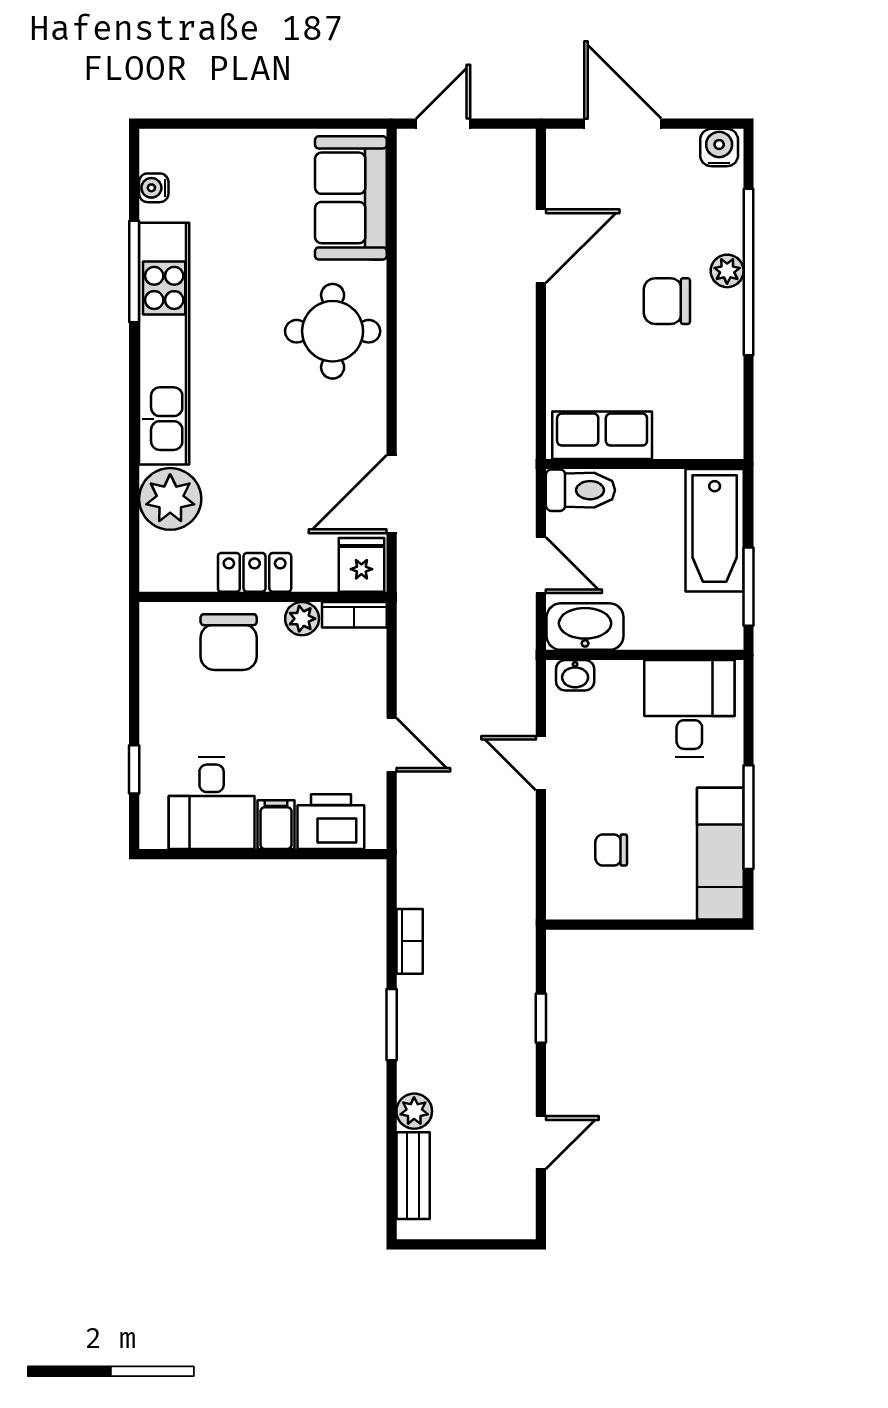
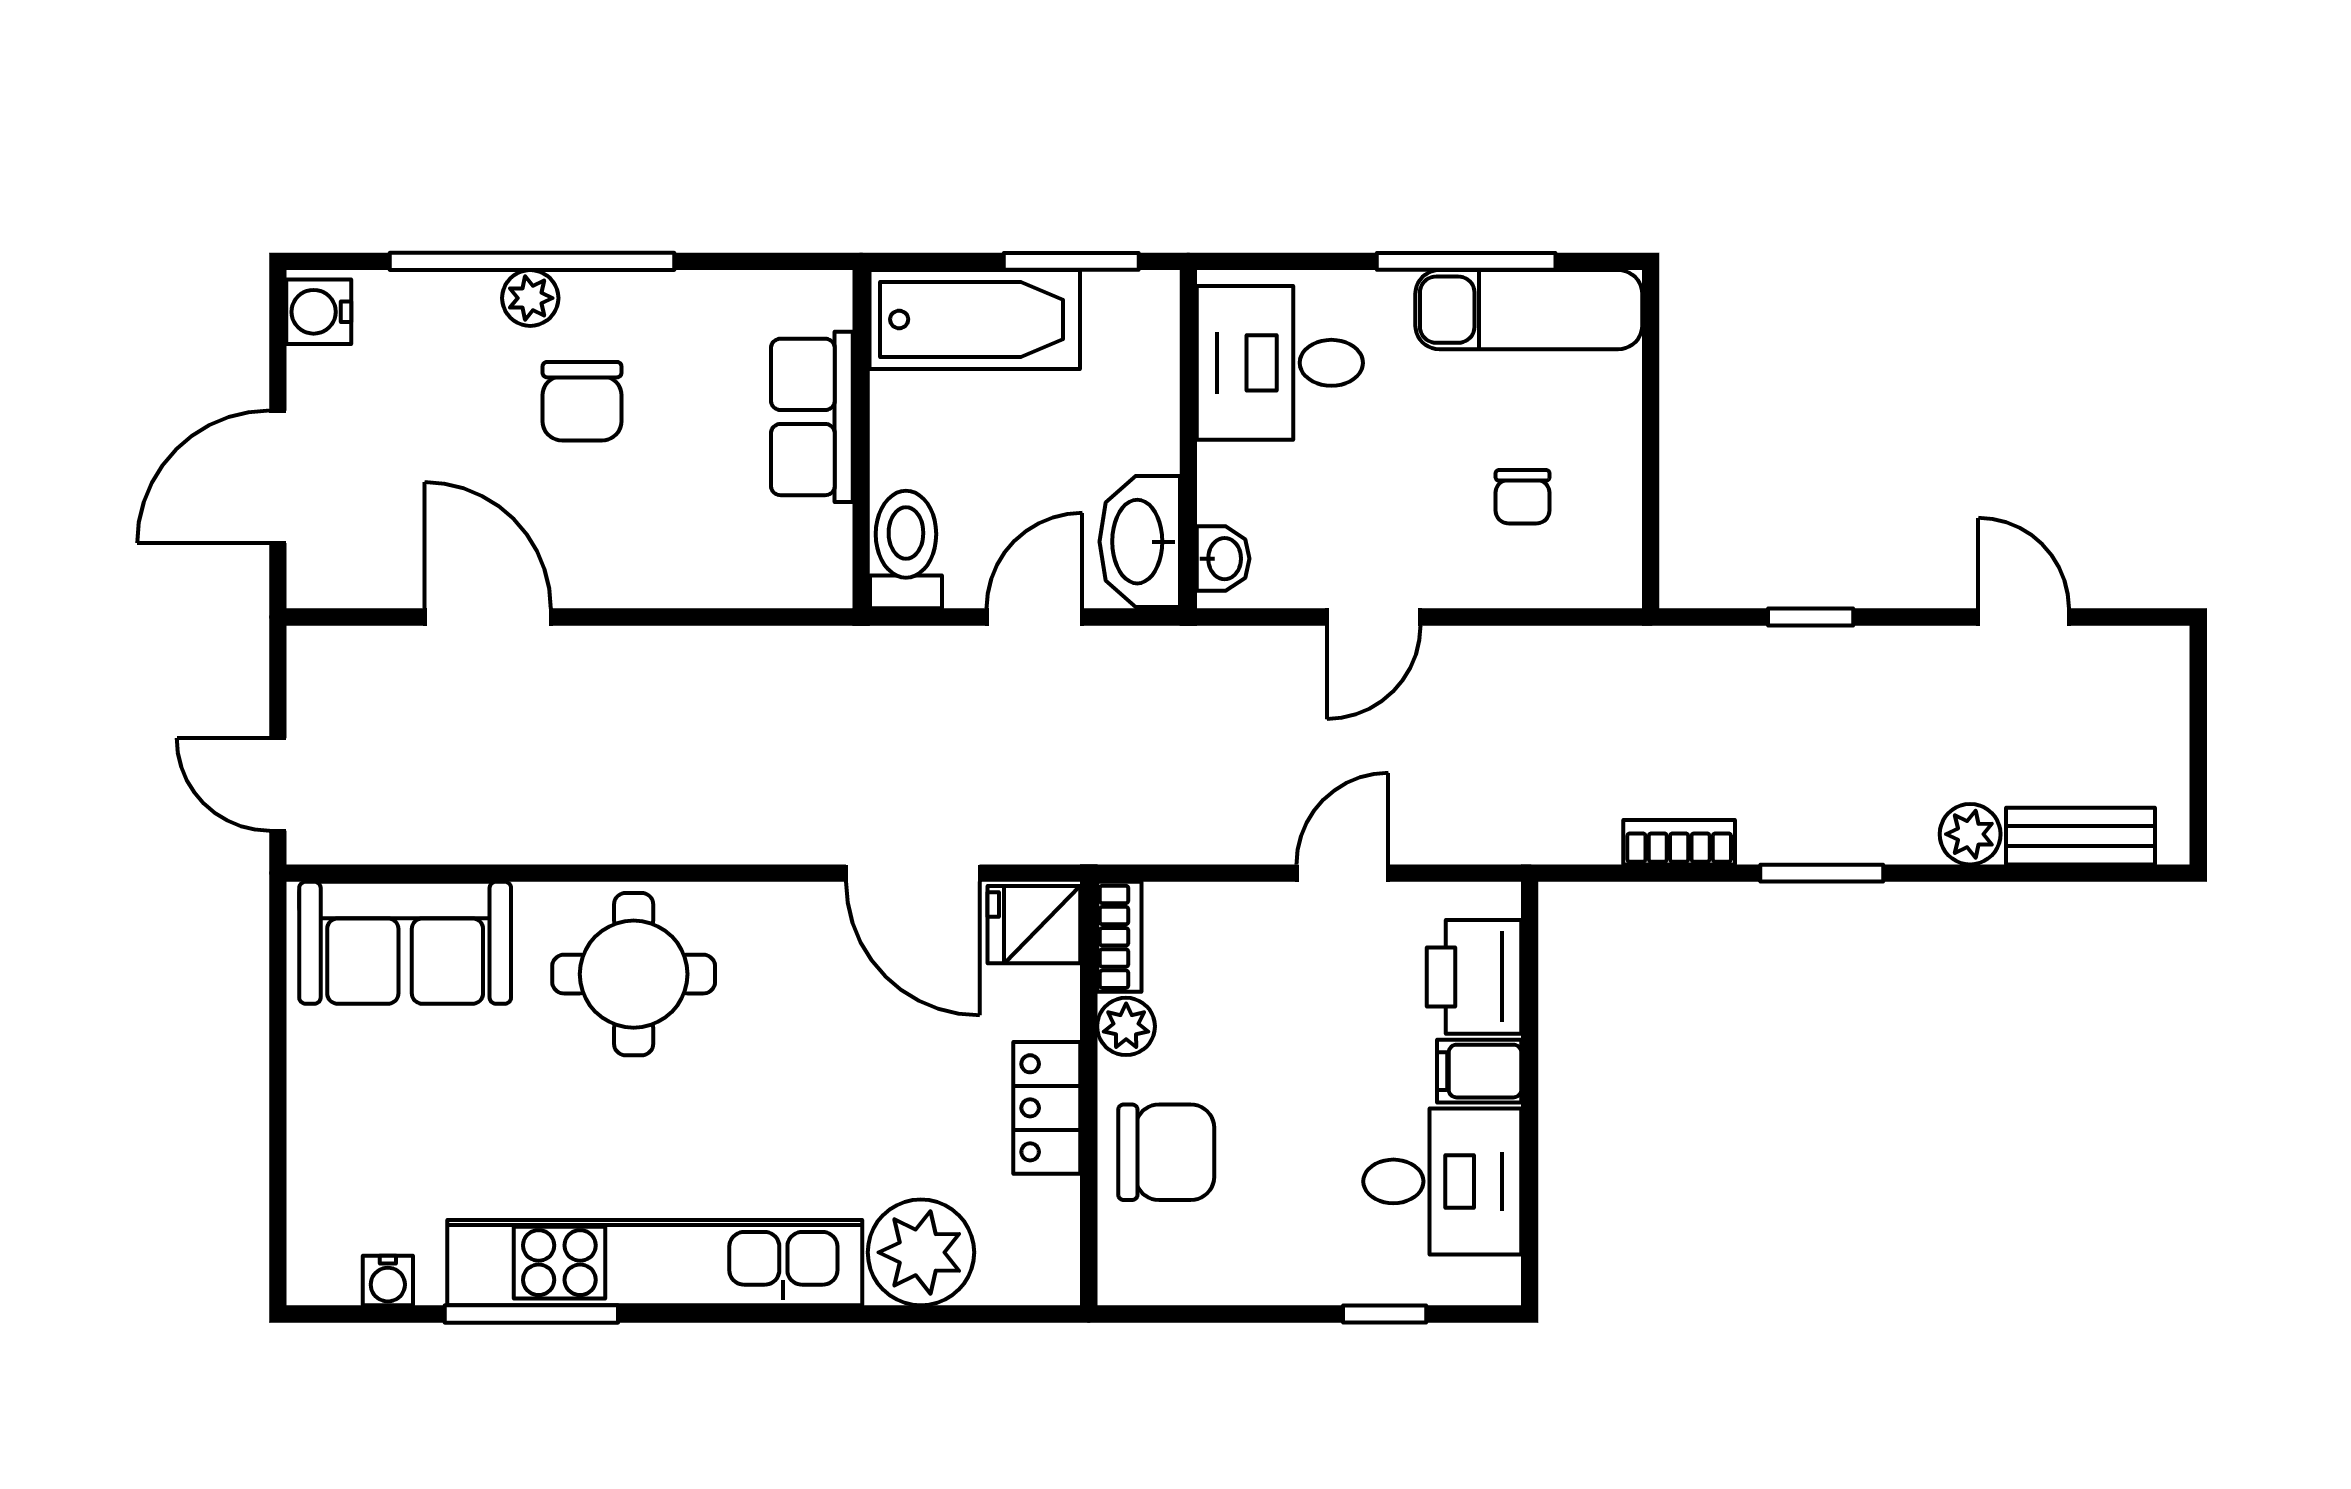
row of seats: (602, 435) -> (812, 417), moved

